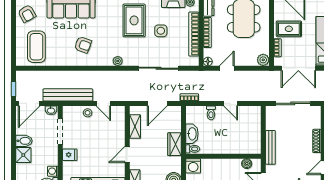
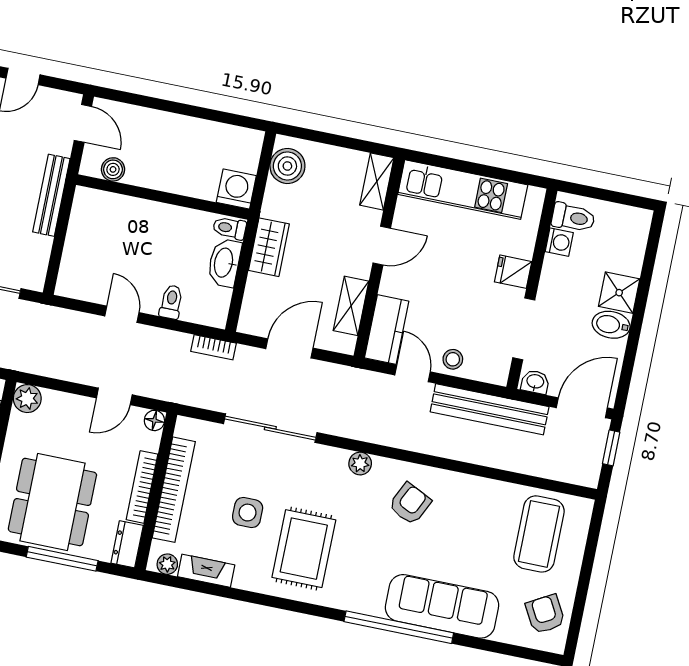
armchair: (83, 45) -> (410, 504), moved, turned 96
kitchen counter: (118, 120) -> (387, 330), added

